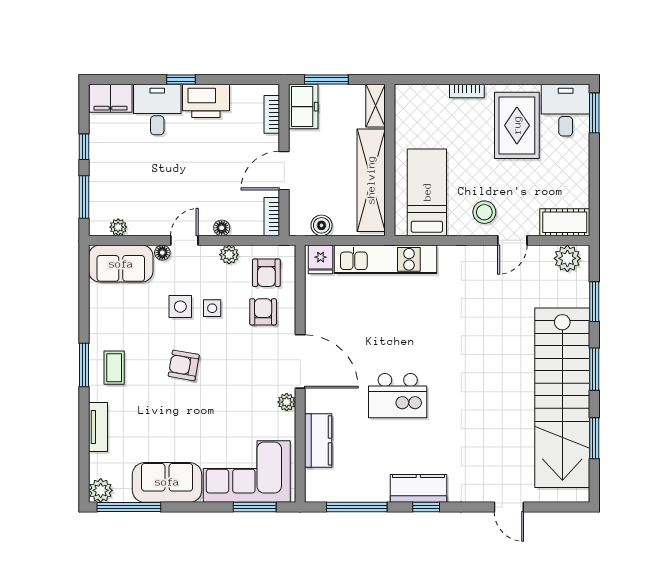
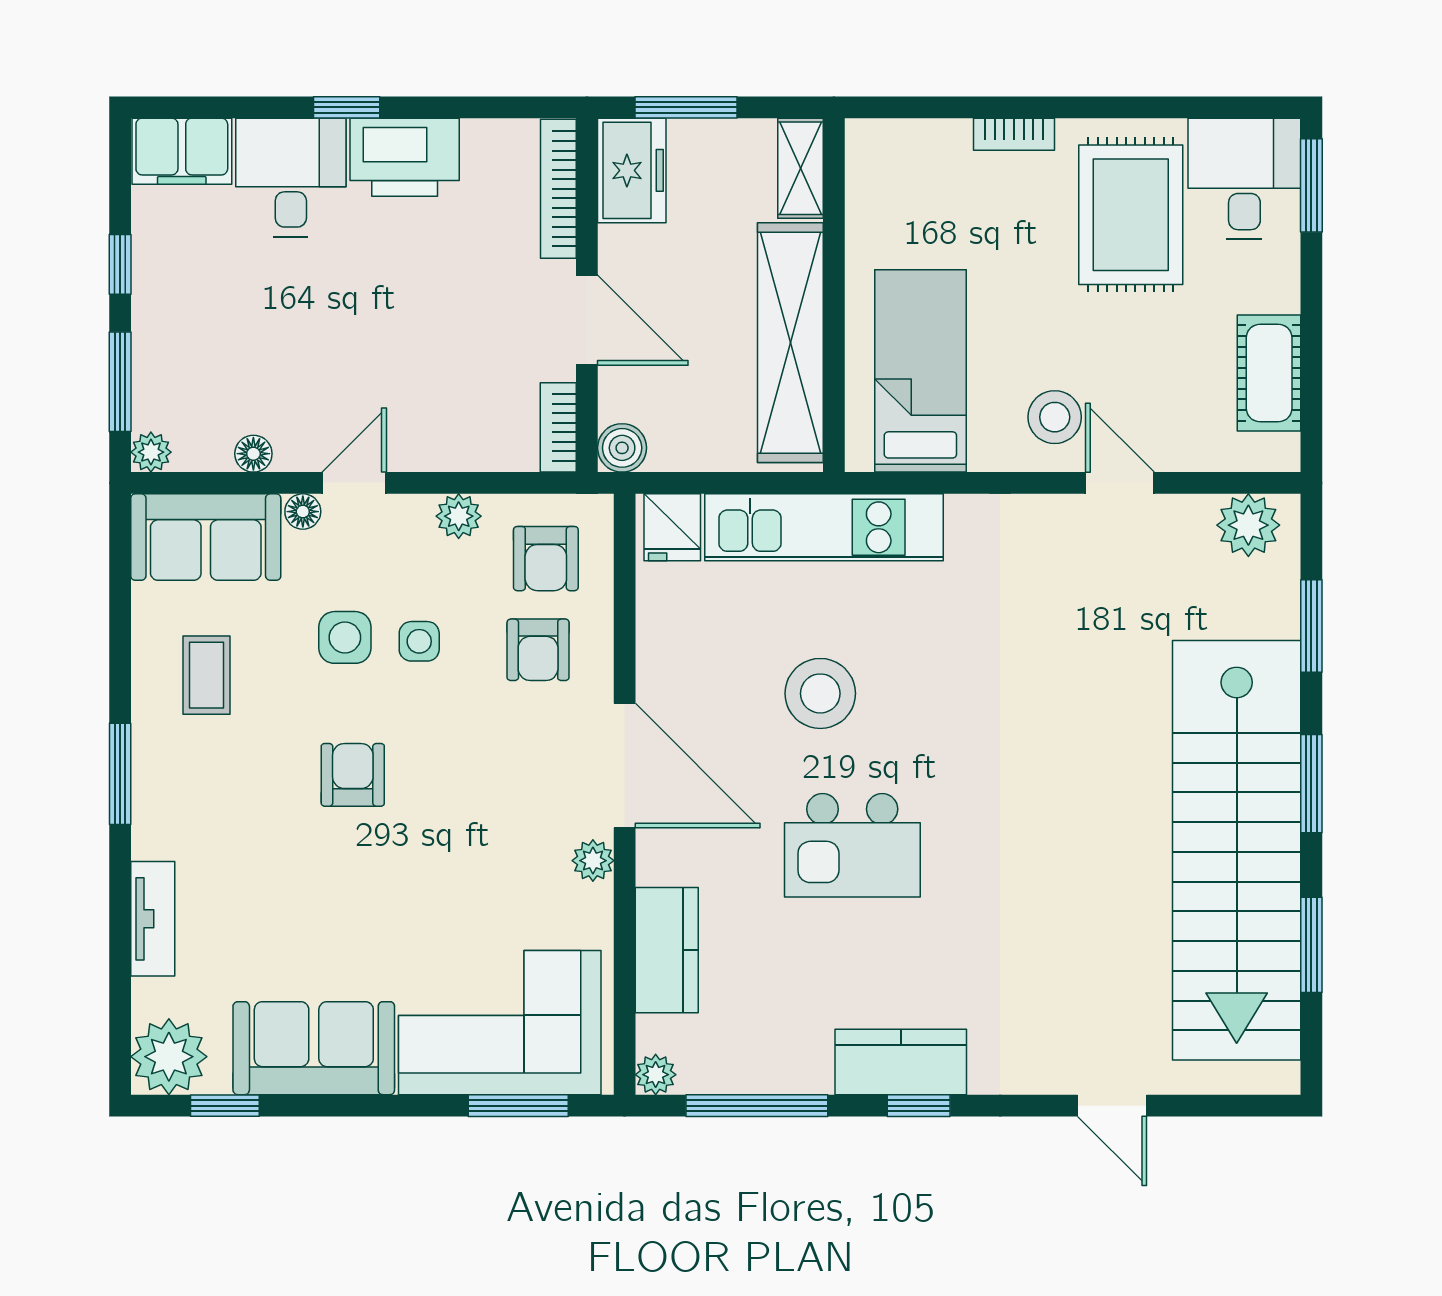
bookcase: (272, 114) -> (558, 189), width x1.56
door: (284, 171) -> (587, 320), swing flipped
cot: (565, 222) -> (1269, 373), moved, turned 90
boiler: (321, 225) -> (622, 448), moved
plant: (118, 227) -> (151, 452), moved
floor lamp: (222, 228) -> (253, 454), moved
door: (512, 240) -> (1120, 483), swing flipped
armchair: (263, 312) -> (538, 650), turned 180
stool: (384, 331) -> (820, 693), added
armchair: (184, 365) -> (353, 775), turned 80
coffee table: (114, 368) -> (207, 675), moved
plant: (101, 490) -> (169, 1057), width x1.36, depth x1.36
plant: (313, 494) -> (656, 1075), added
window: (129, 507) -> (225, 1106), width x0.46

